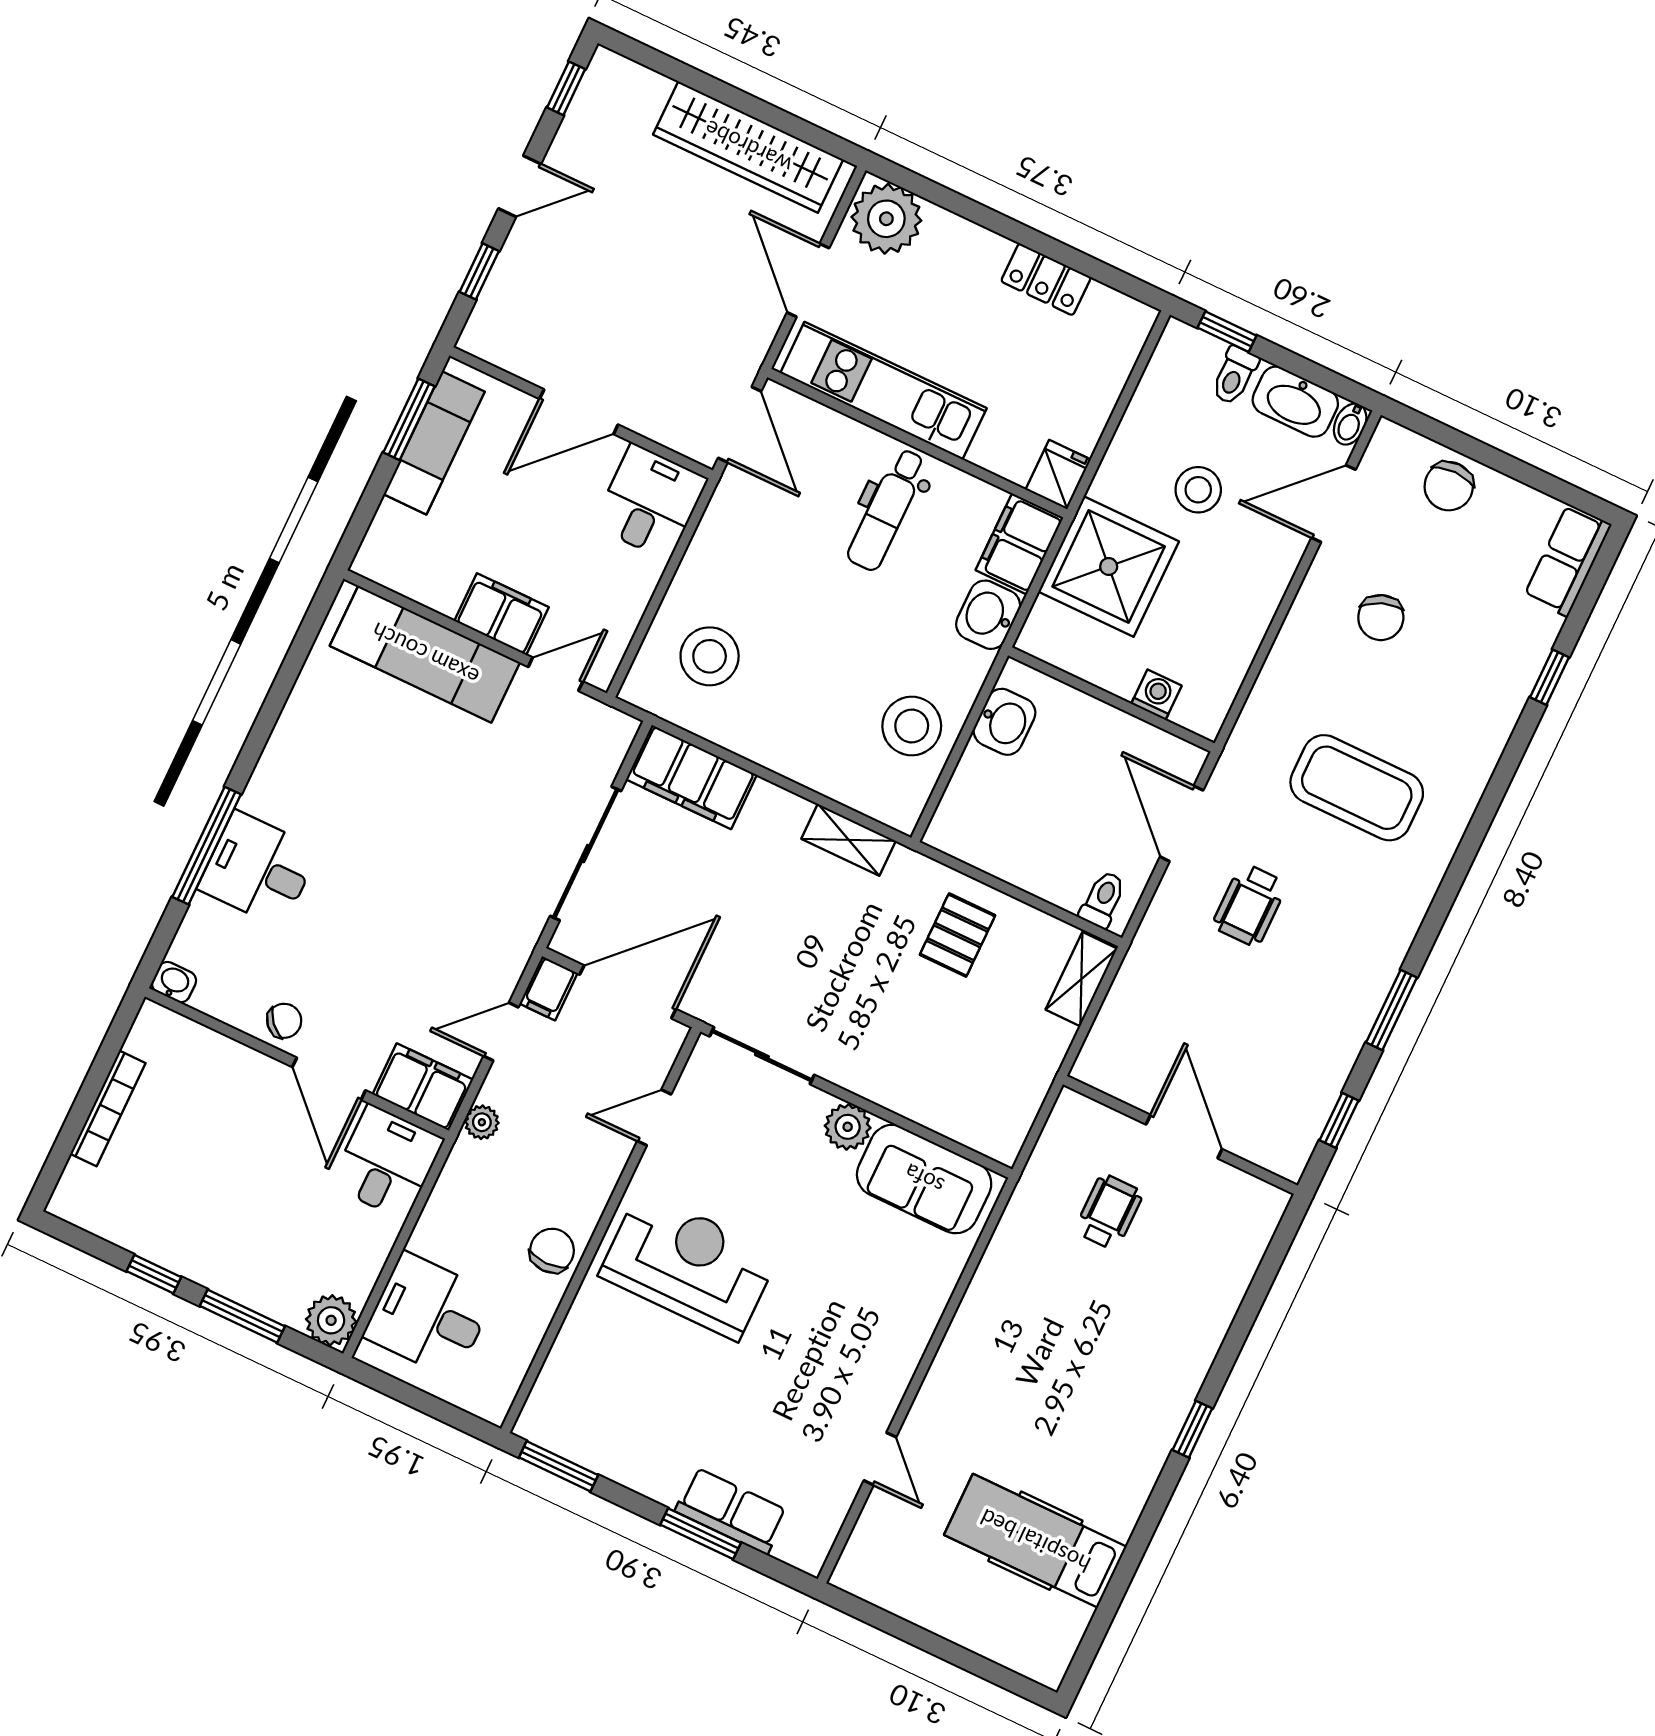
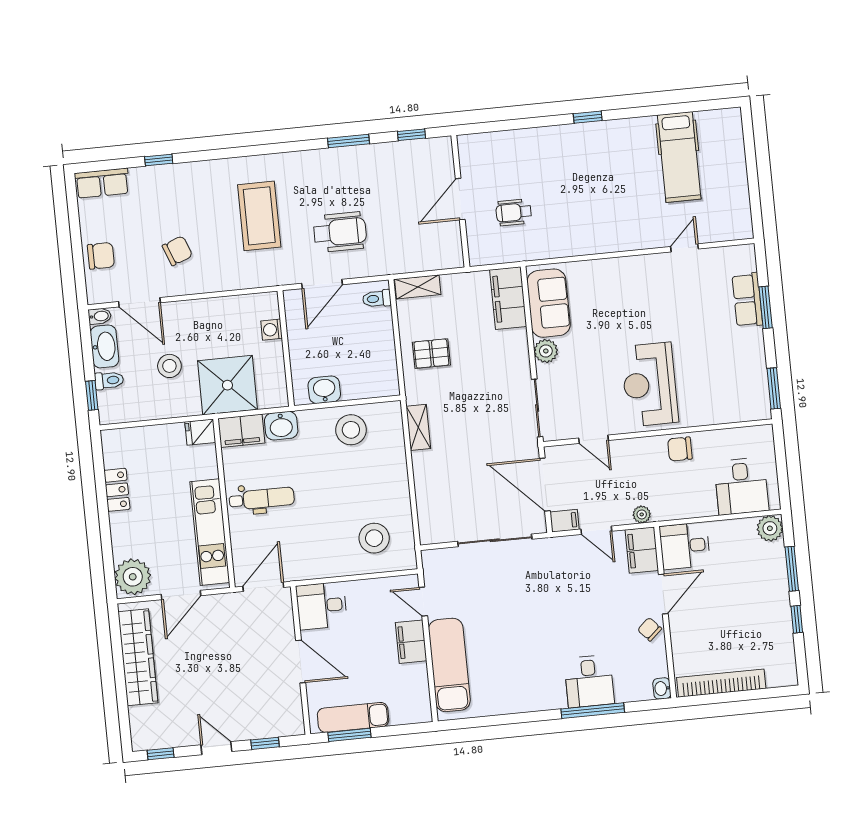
filing cabinet: (691, 777) -> (508, 298), moved, turned 180
wheelchair: (1250, 905) -> (340, 232), width x1.36, depth x1.37
bookcase: (108, 1108) -> (721, 683), width x1.48, depth x1.31

